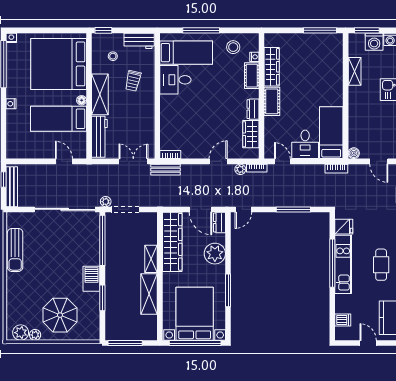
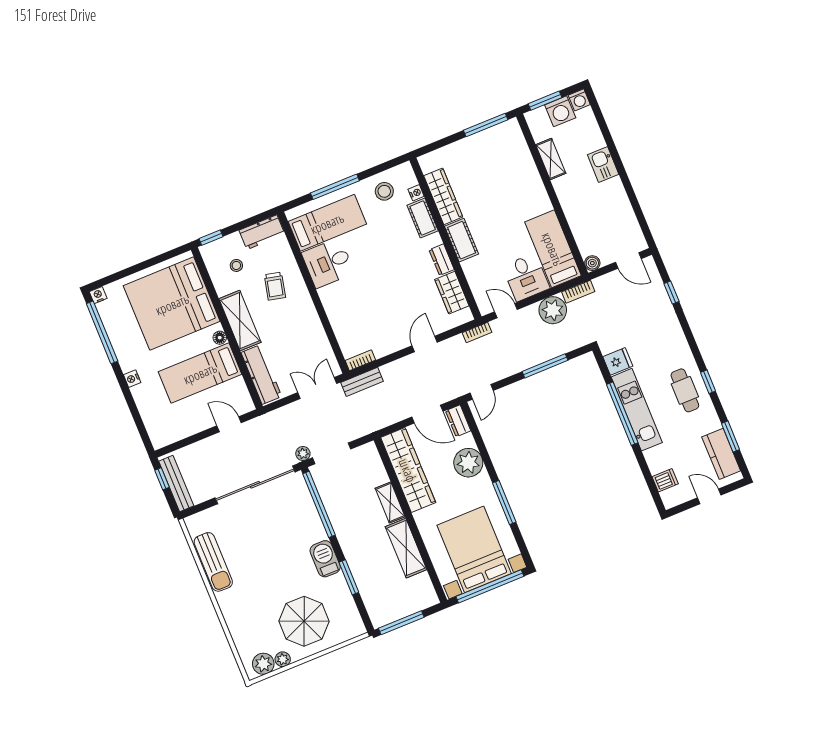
plant: (240, 169) -> (553, 310), moved, width x1.88, depth x1.88

